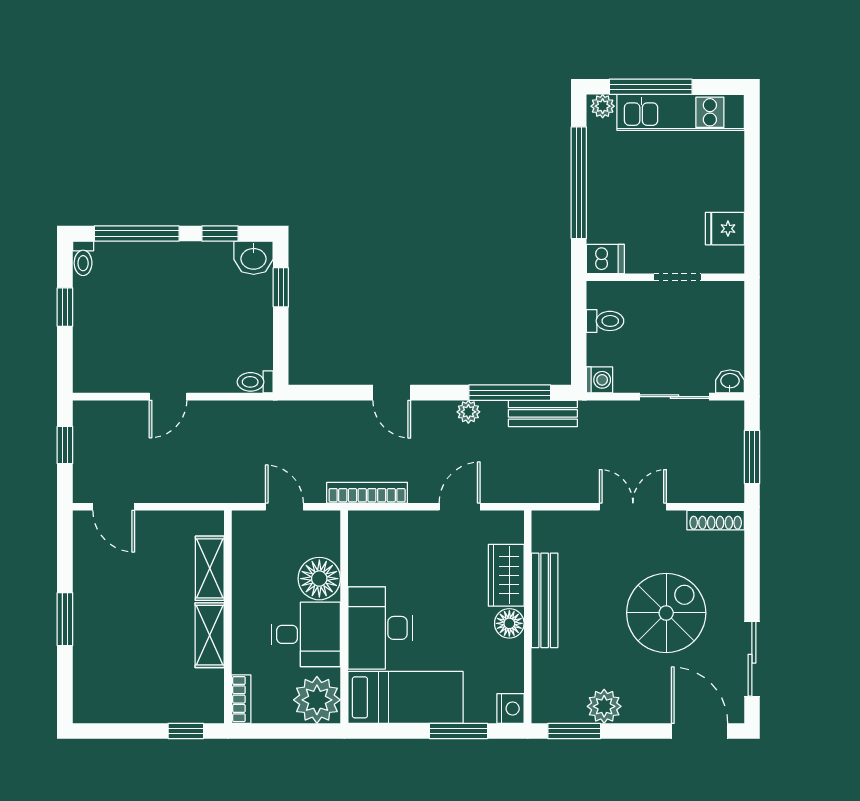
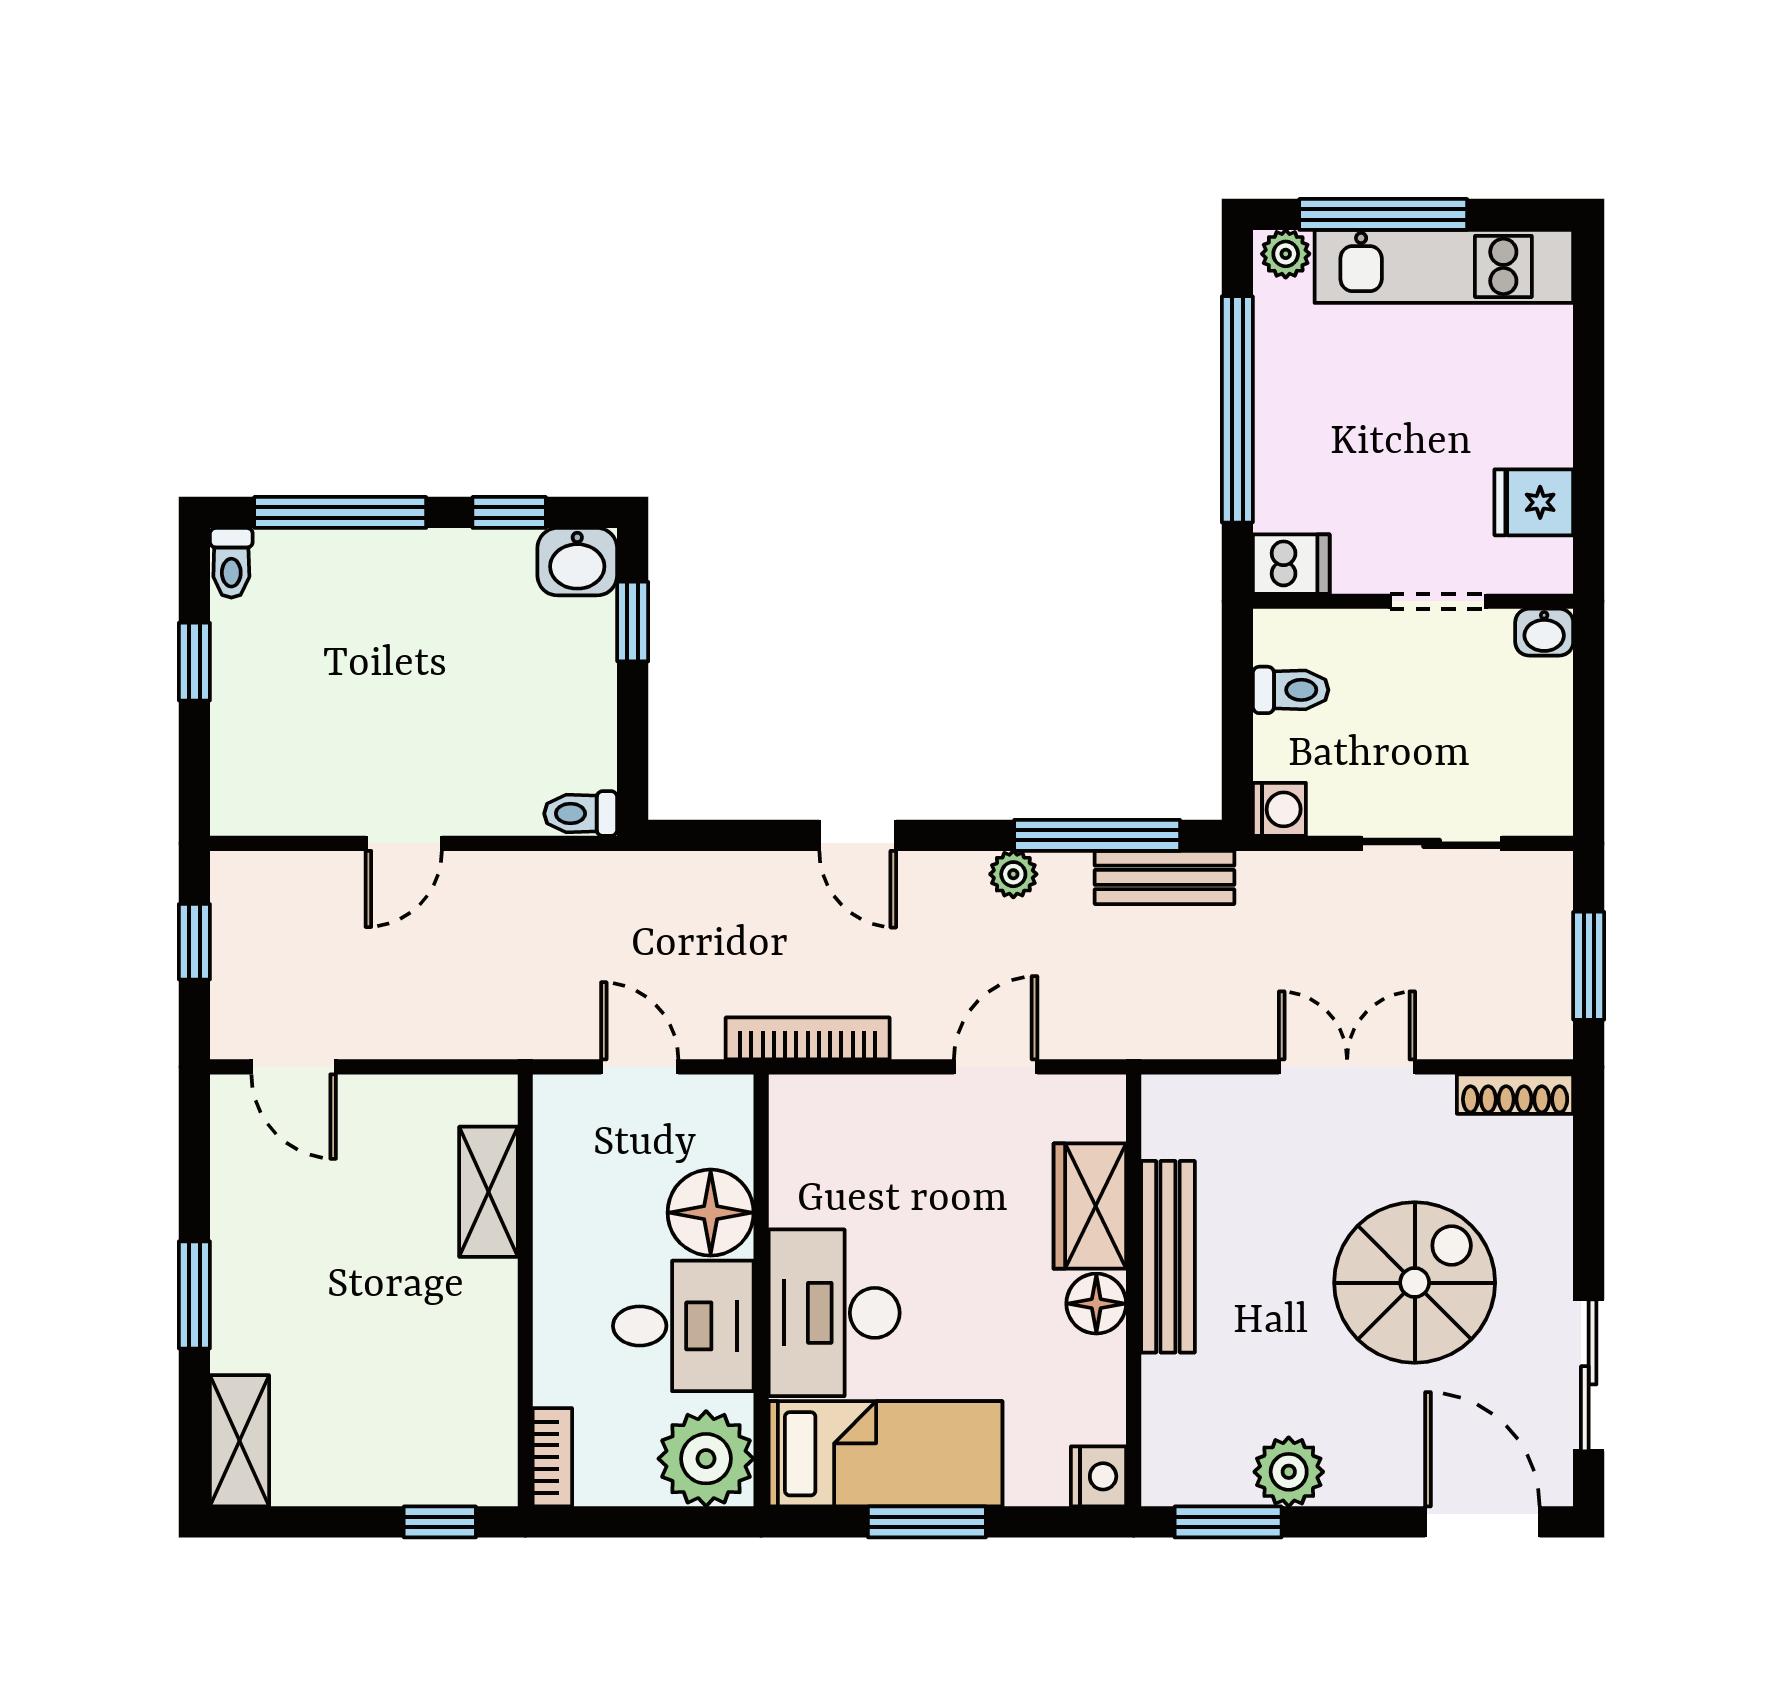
washbasin: (730, 381) -> (1544, 632), moved, turned 180
shelving: (210, 635) -> (239, 1441), moved
window: (459, 731) -> (927, 1522), moved

